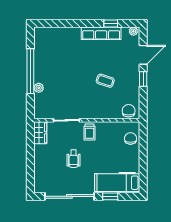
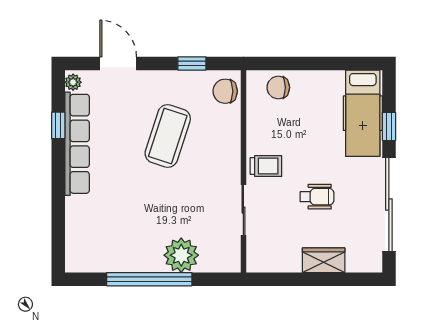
row of seats: (101, 33) -> (77, 144), width x1.36
window: (143, 79) -> (192, 63), moved
coffee table: (105, 81) -> (168, 136), width x1.86, depth x1.72
plant: (39, 88) -> (181, 255), width x1.87, depth x1.87
wardrobe: (40, 133) -> (324, 260), moved

